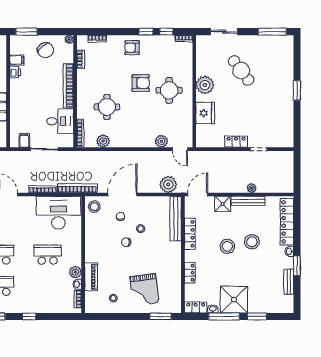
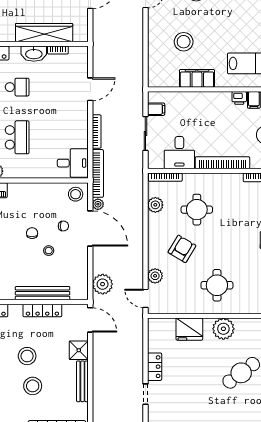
armchair: (141, 83) -> (182, 249), moved, turned -149
door: (180, 149) -> (145, 298), hinge flipped
plant: (252, 188) -> (98, 204), moved
desk: (58, 213) -> (73, 163), width x0.53, depth x0.77
bench: (176, 219) -> (43, 293), moved

